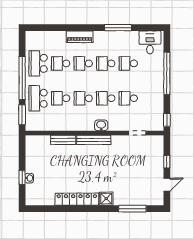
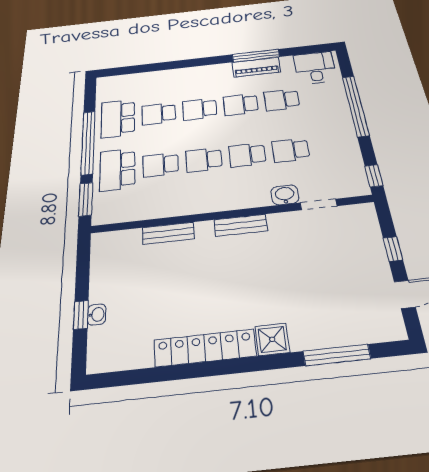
piano: (80, 37) -> (256, 67), moved
washbasin: (101, 125) -> (285, 195), moved
bench: (94, 140) -> (241, 225), width x0.73

